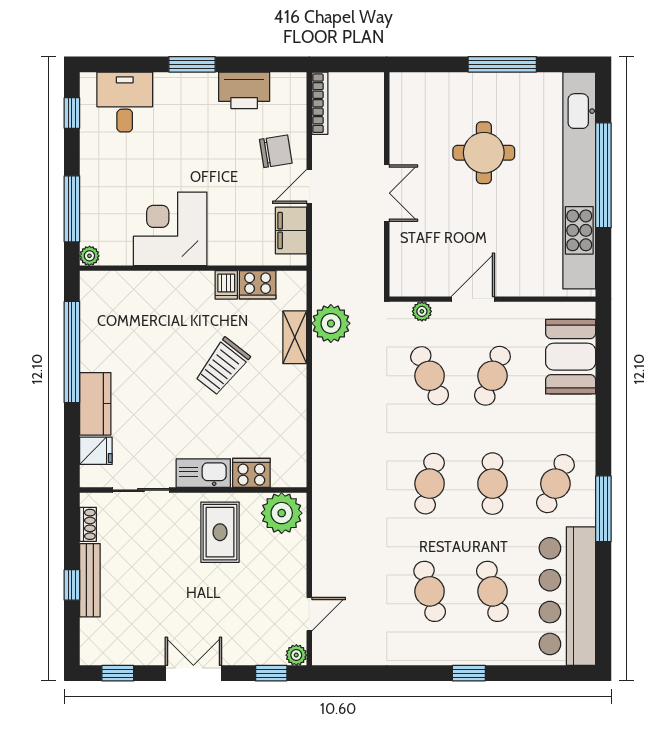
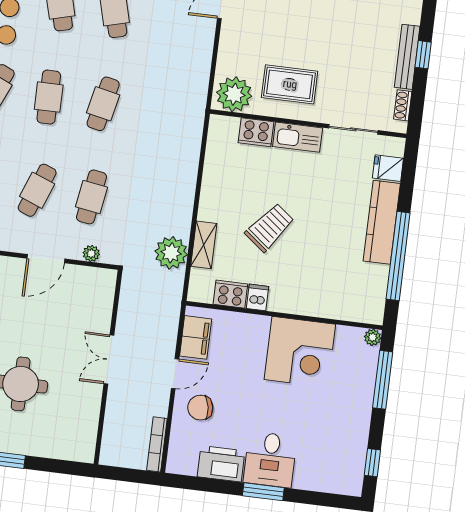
desk: (125, 102) -> (270, 460), moved
cafe table: (430, 376) -> (92, 197), turned 33
kitchen counter: (95, 404) -> (382, 222), width x1.50
rug: (220, 532) -> (290, 84), turned 90

